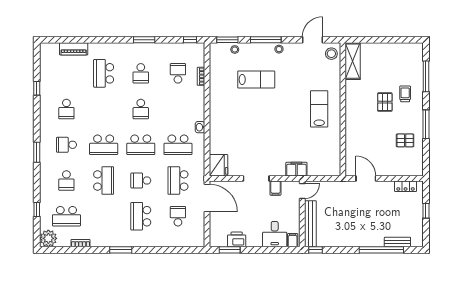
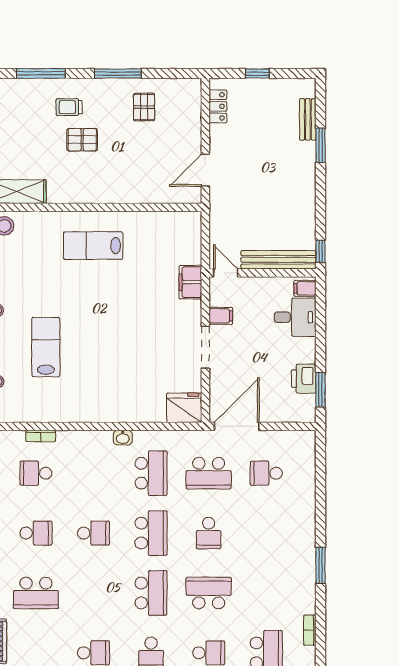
school desk: (141, 216) -> (266, 533), removed
window: (381, 250) -> (320, 145), width x0.47

